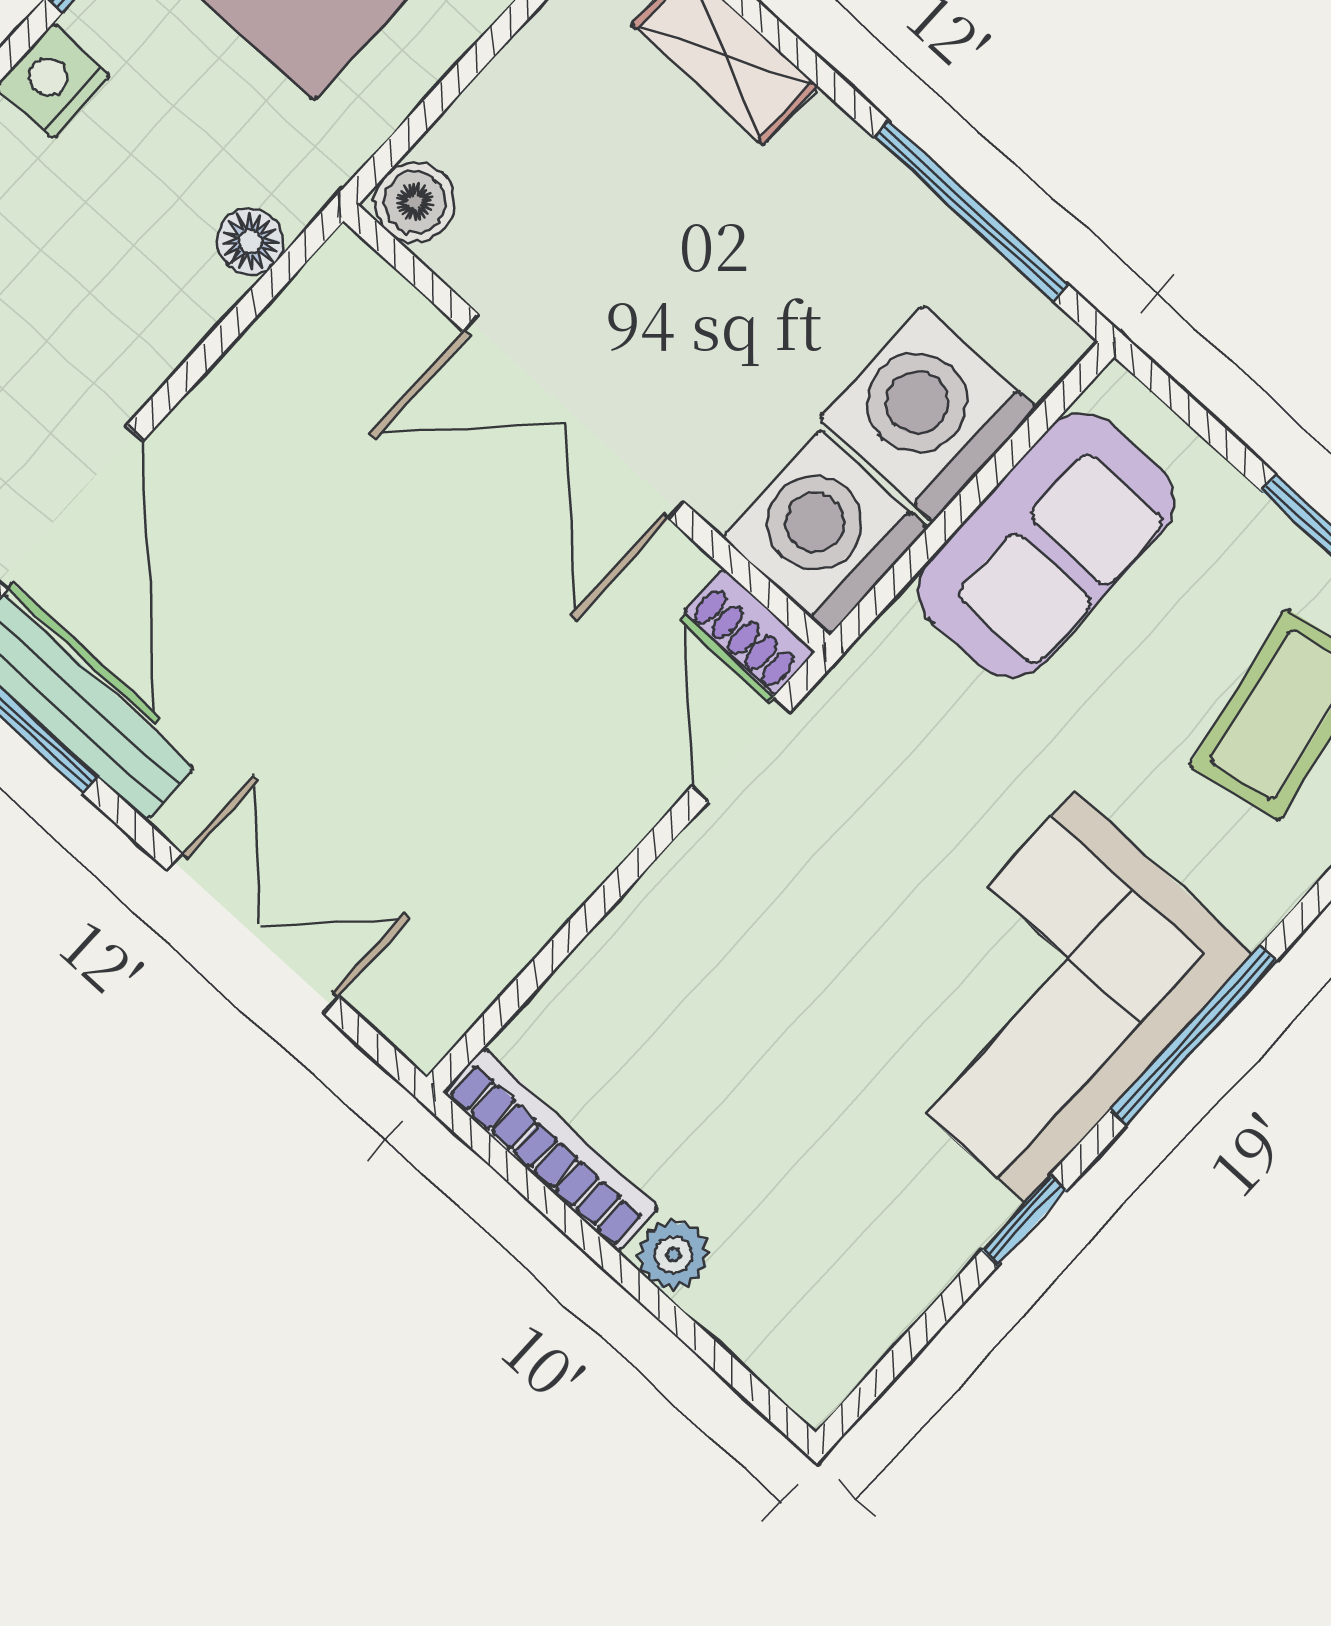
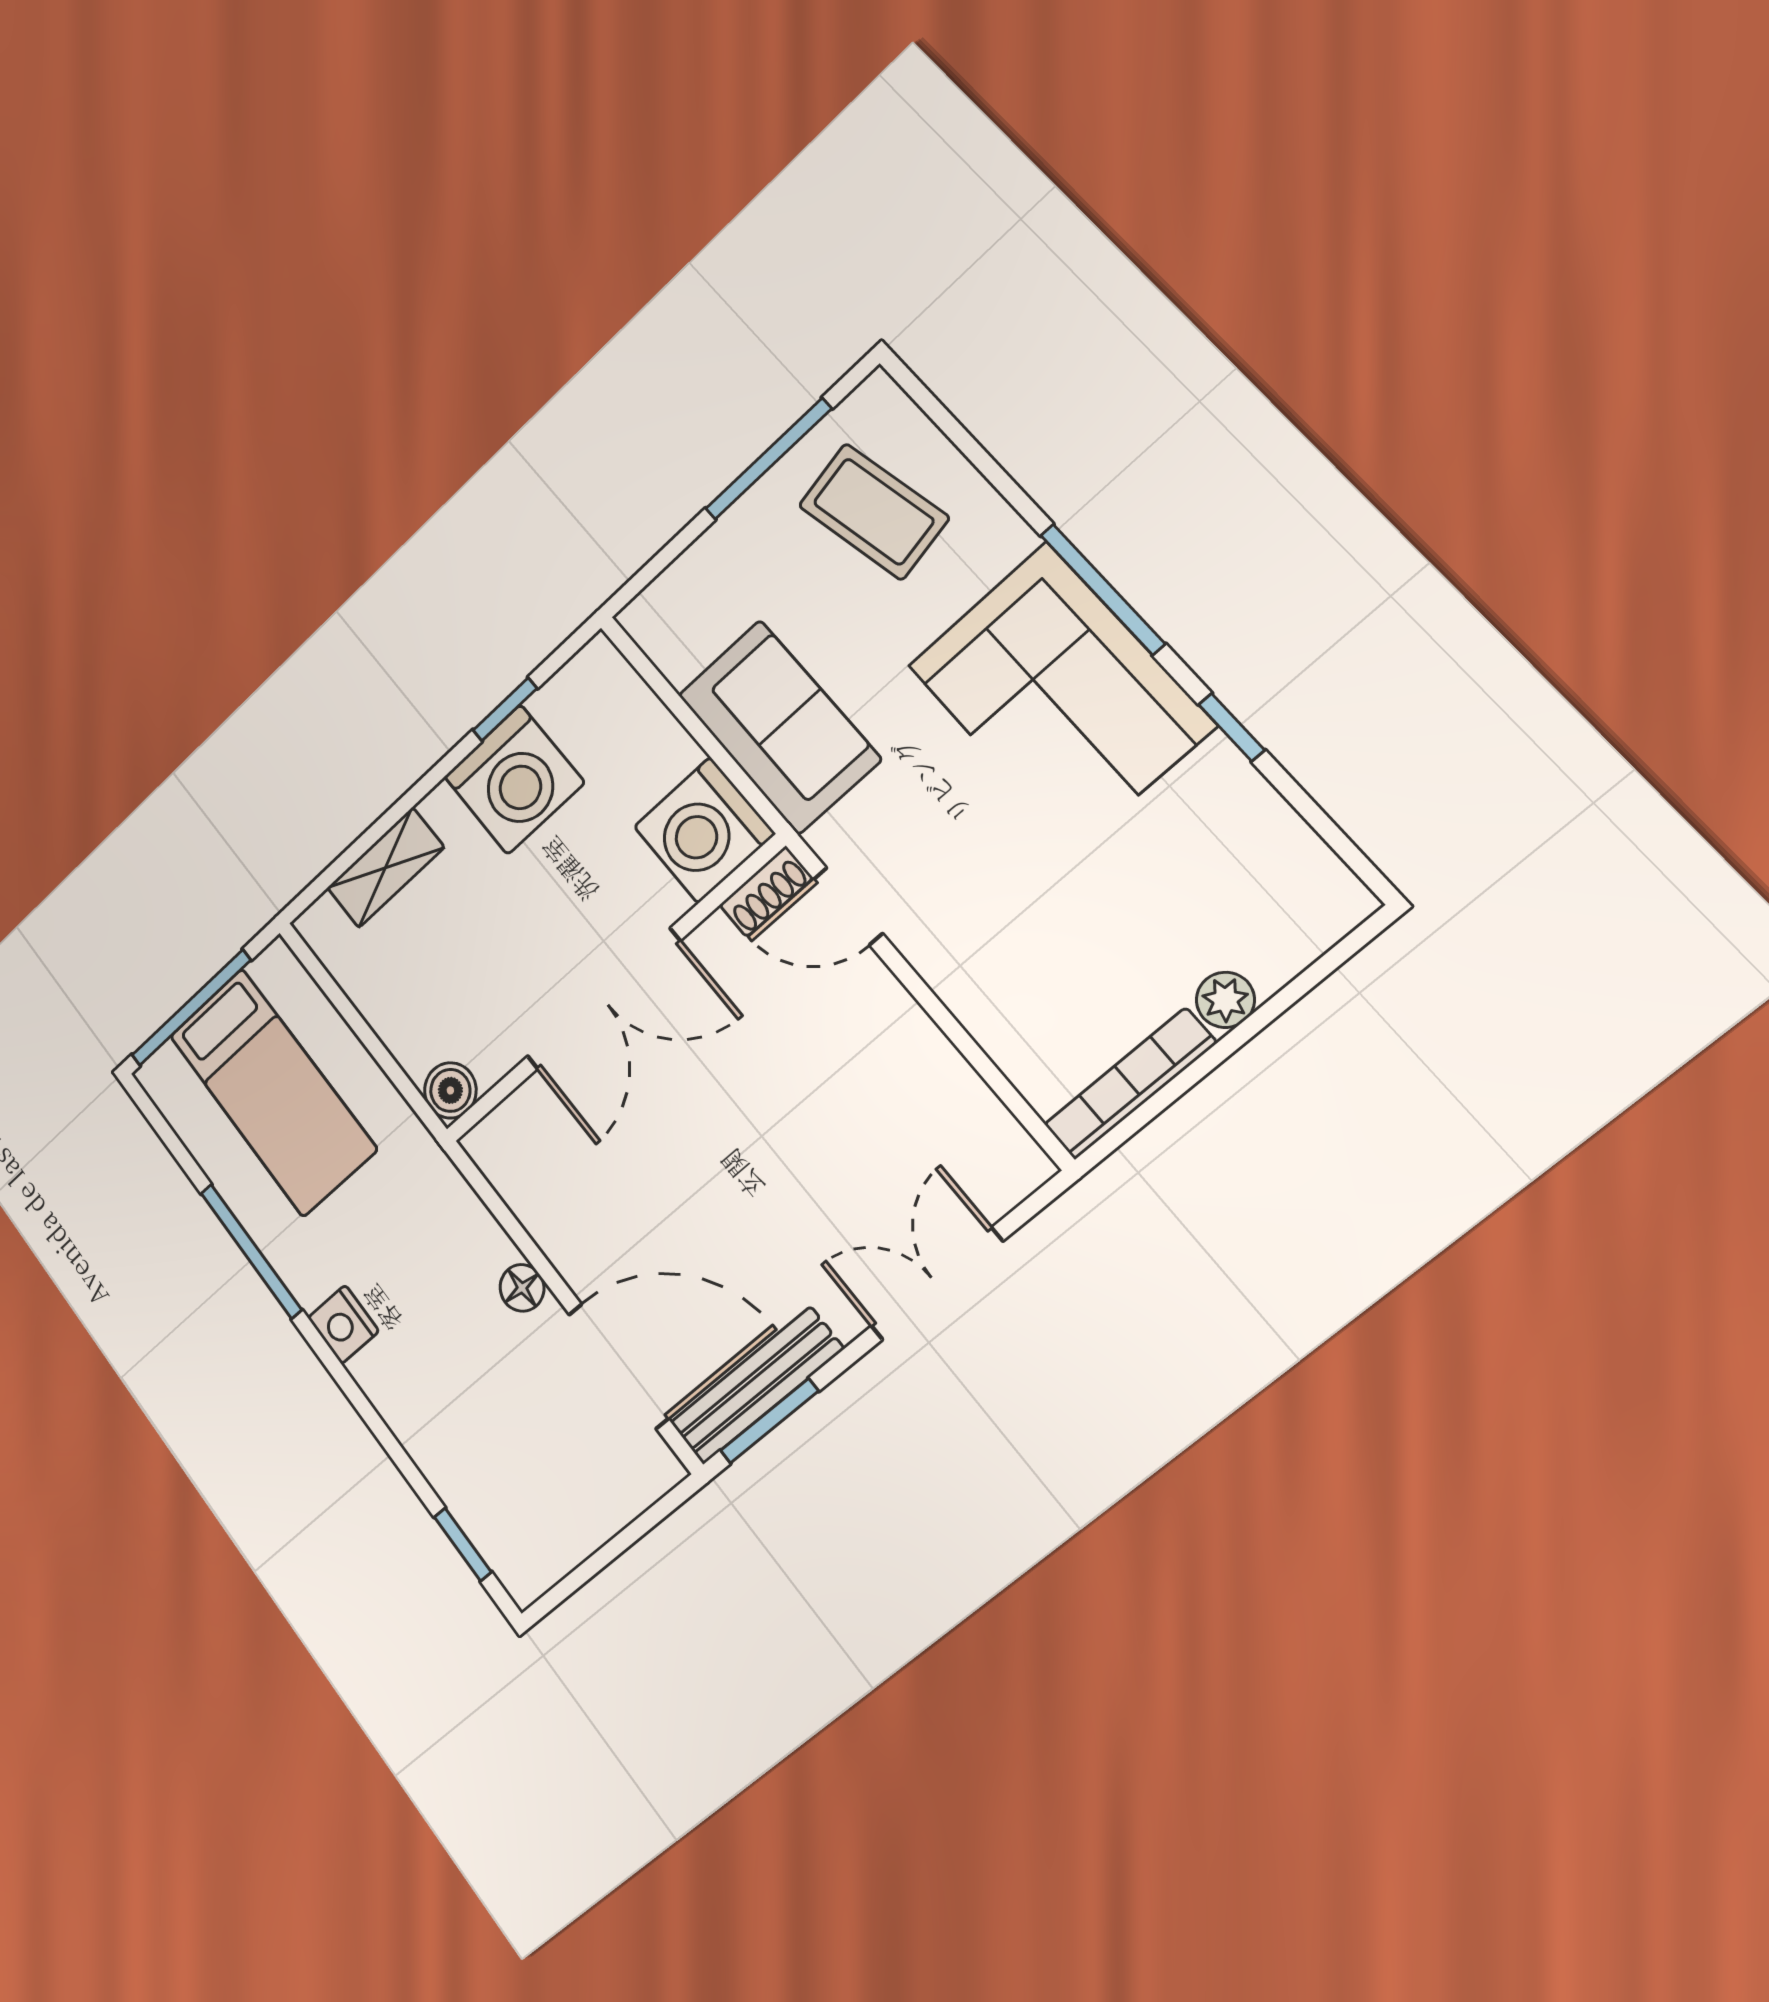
window: (971, 211) -> (505, 709), width x0.46
floor lamp: (250, 242) -> (522, 1288), moved
washing machine: (928, 413) -> (514, 780), moved, turned -90
sofa: (1046, 545) -> (779, 727), moved

